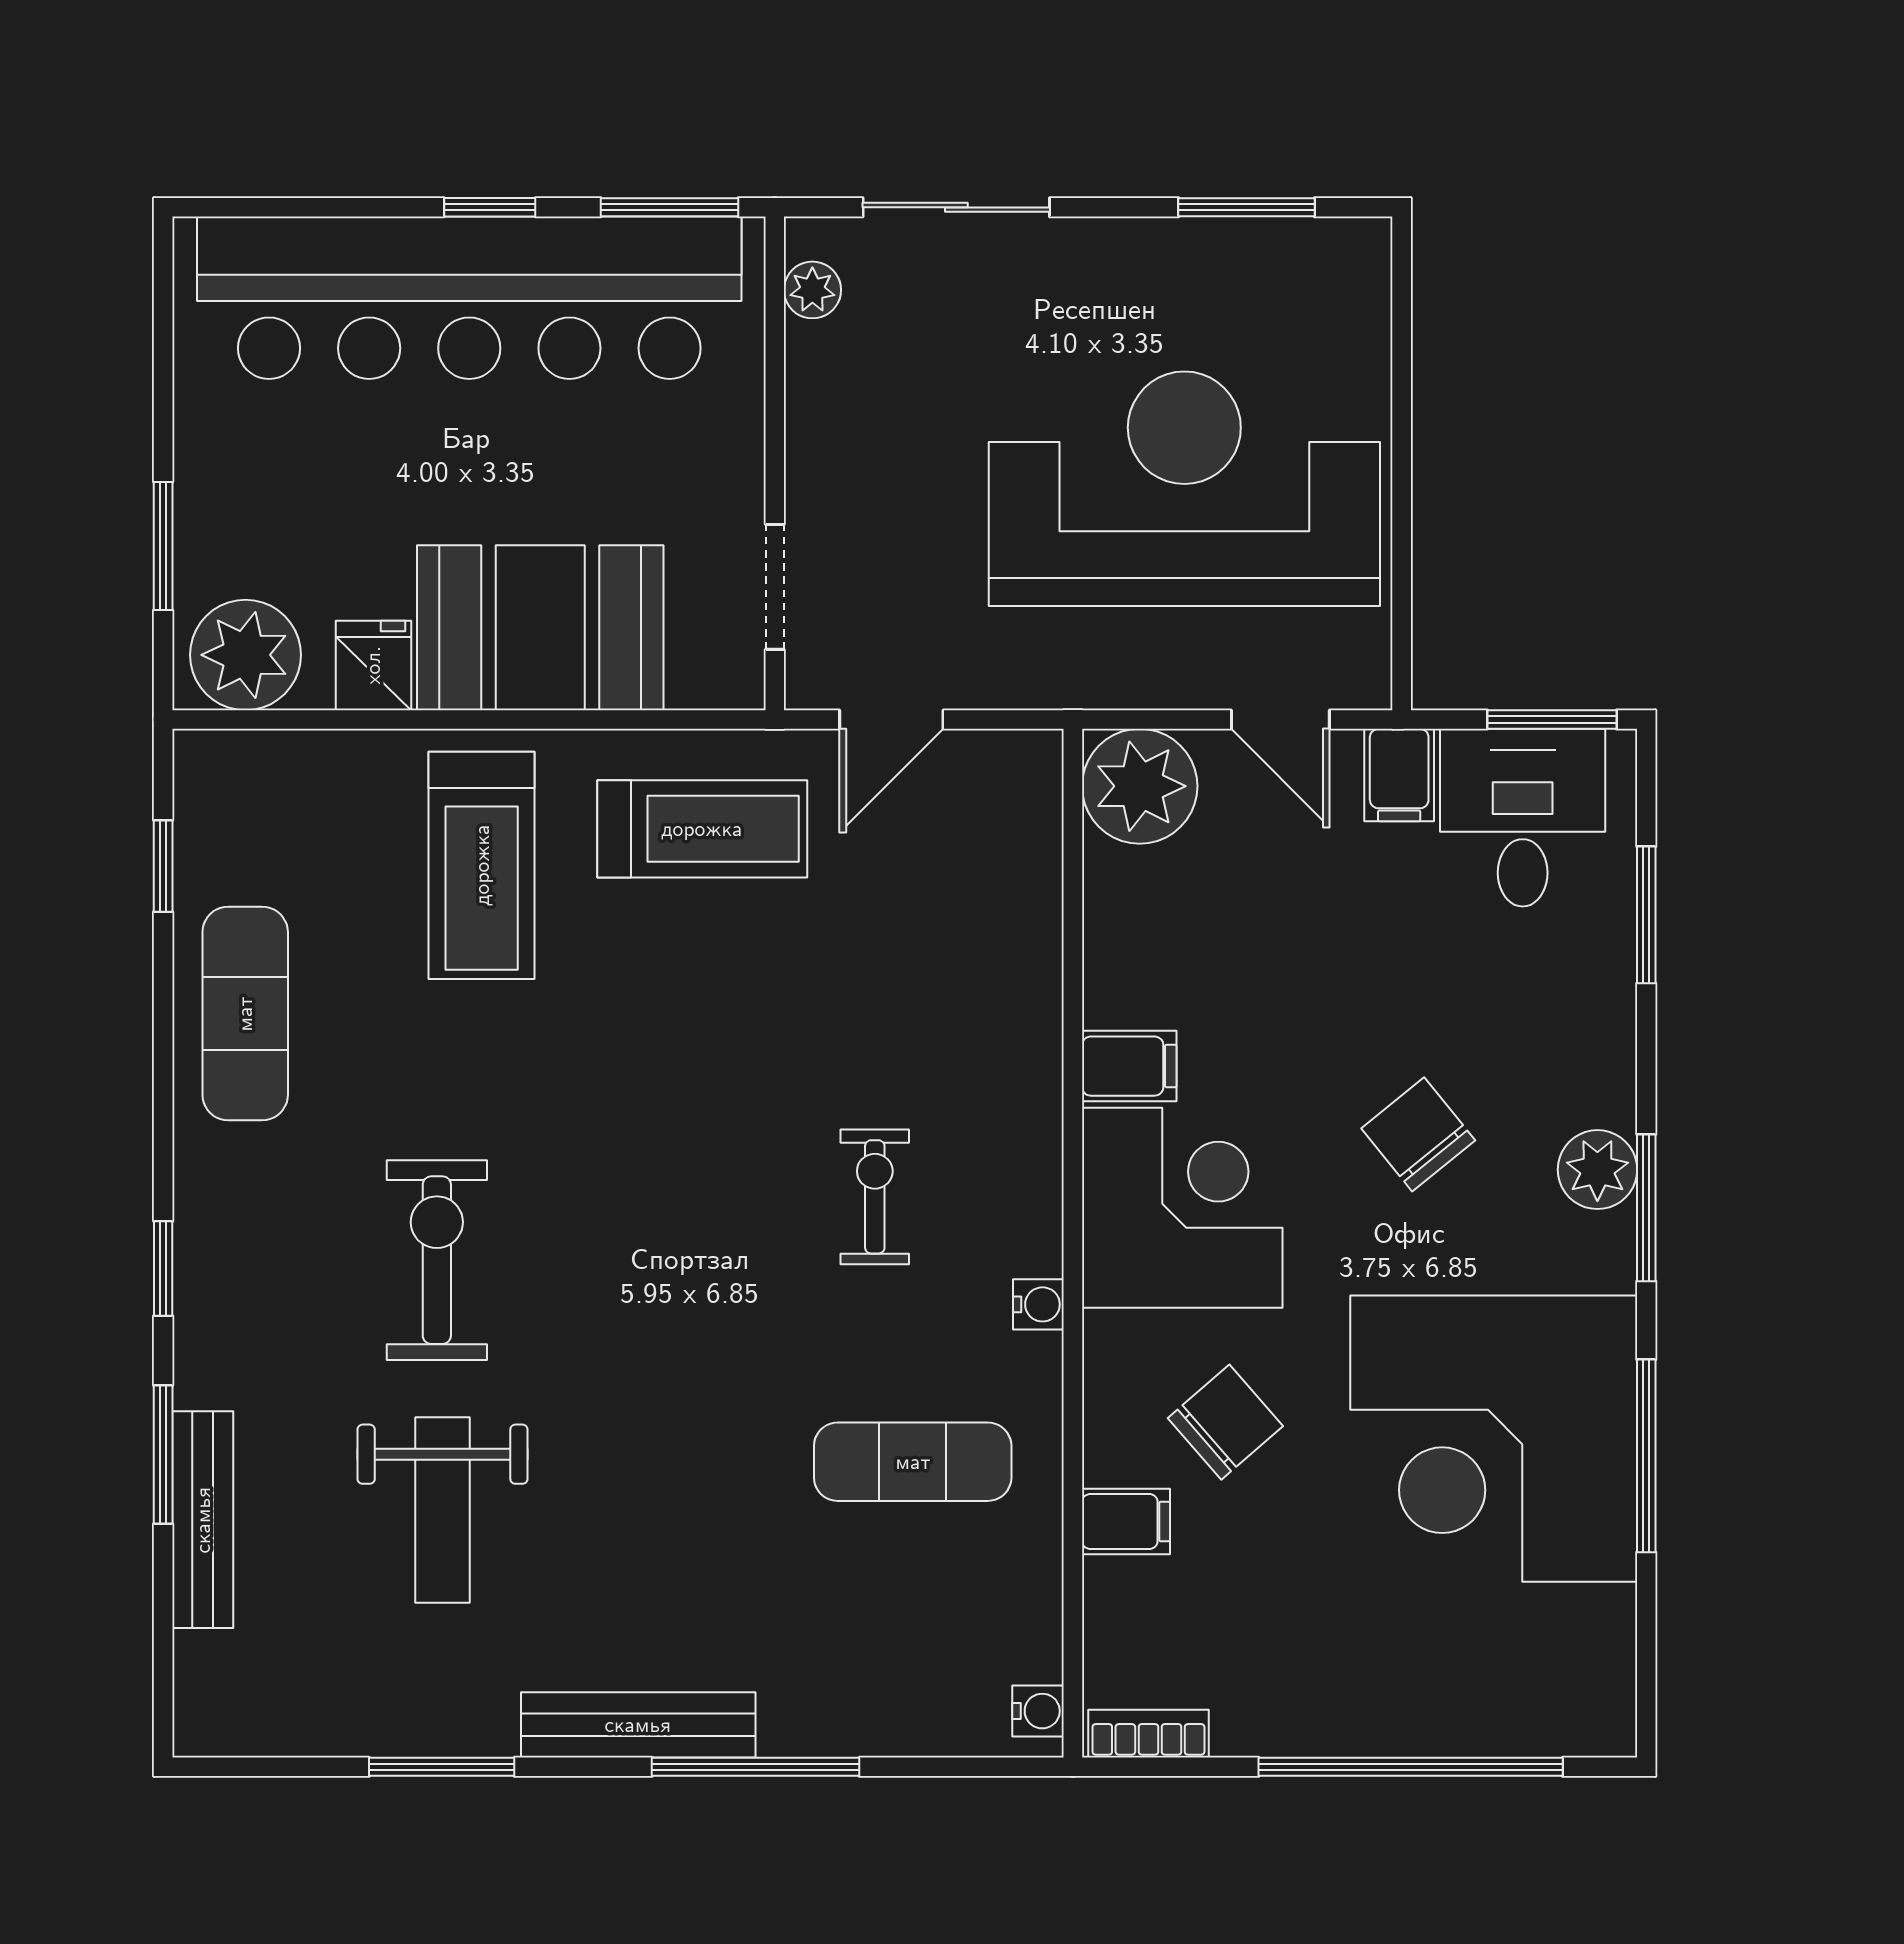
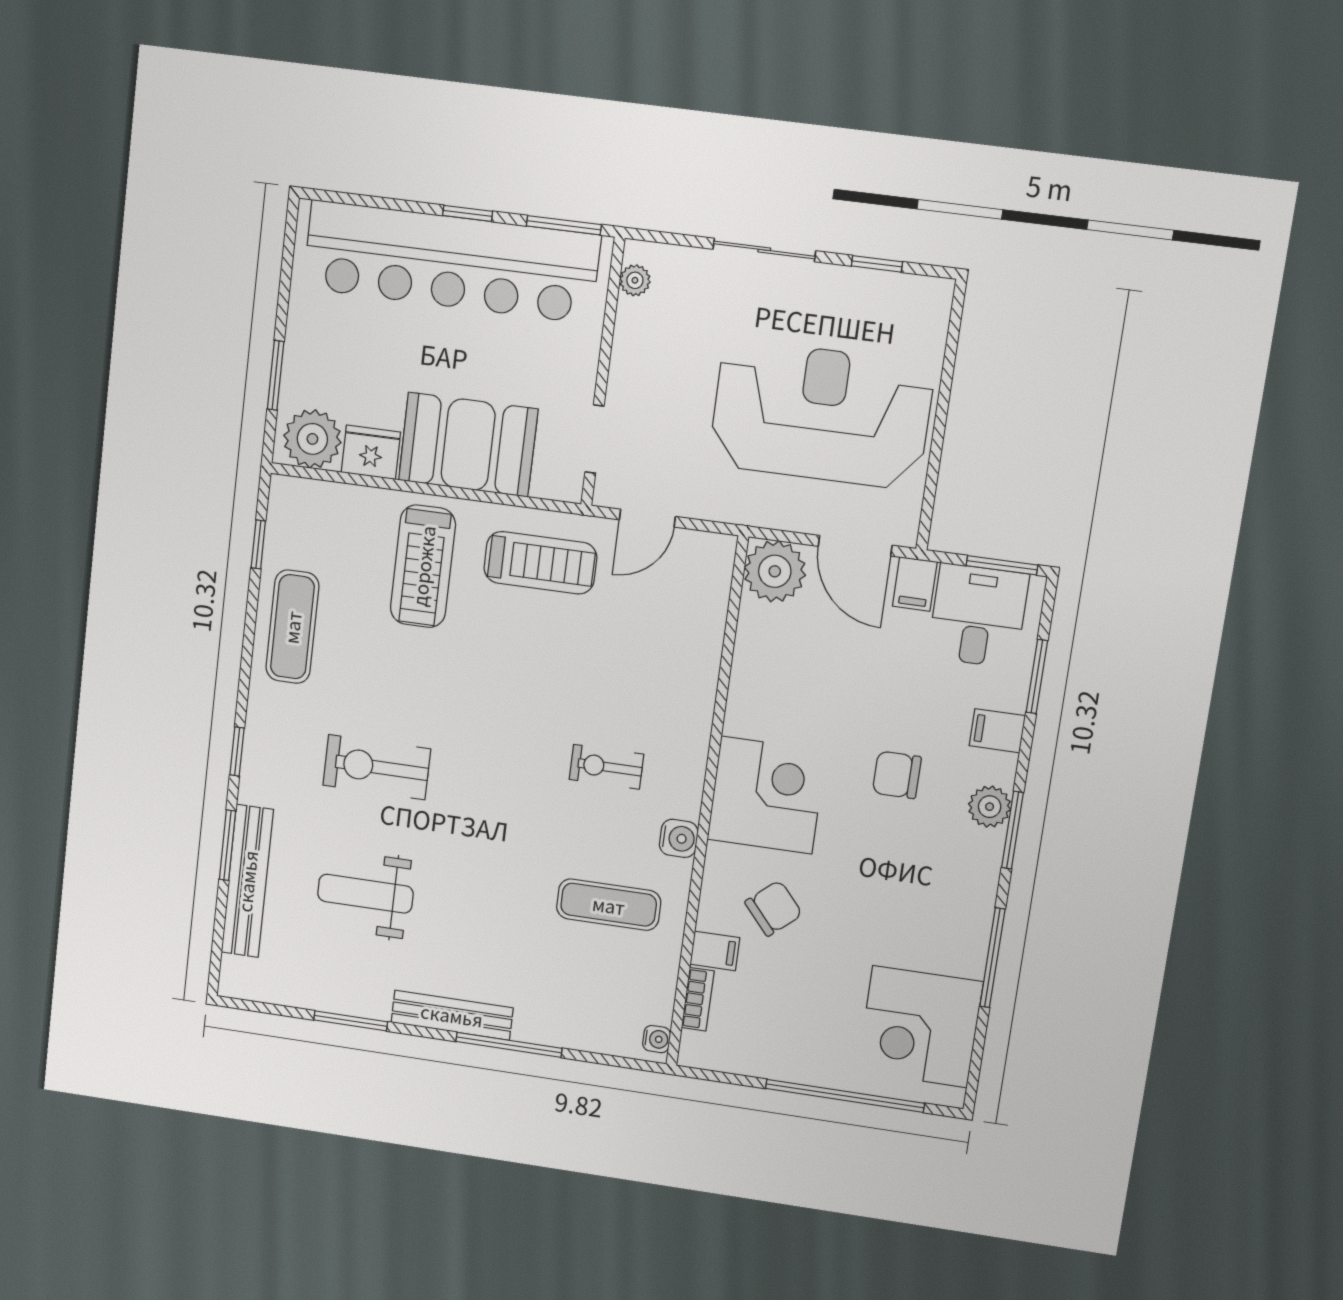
sliding door: (956, 207) -> (764, 250), moved
window: (1246, 207) -> (877, 264), width x0.67
fridge: (373, 665) -> (371, 452), width x1.38
door: (1280, 719) -> (855, 546), width x1.38
filing cabinet: (1129, 1066) -> (997, 731), moved, turned 180
chair: (1418, 1134) -> (897, 775), turned -51
exercise bike: (875, 1197) -> (606, 767), turned -90
exercise bike: (437, 1260) -> (377, 767), turned -90
water cooler: (1038, 1304) -> (679, 838), width x1.38, depth x1.38
corner desk: (1494, 1439) -> (920, 1027), moved, width x0.74, depth x0.74
weight bench: (443, 1510) -> (365, 894), turned 90
bench: (203, 1520) -> (247, 881), width x1.37, depth x1.21
bookcase: (1148, 1734) -> (698, 999), moved, turned 90

